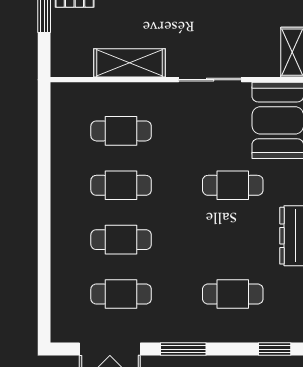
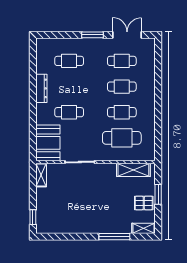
shelving: (129, 63) -> (133, 170), moved
cafe table: (121, 131) -> (122, 138), width x1.37, depth x1.35
window: (275, 349) -> (49, 35), removed

